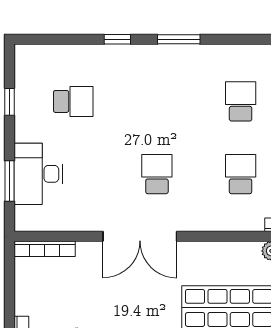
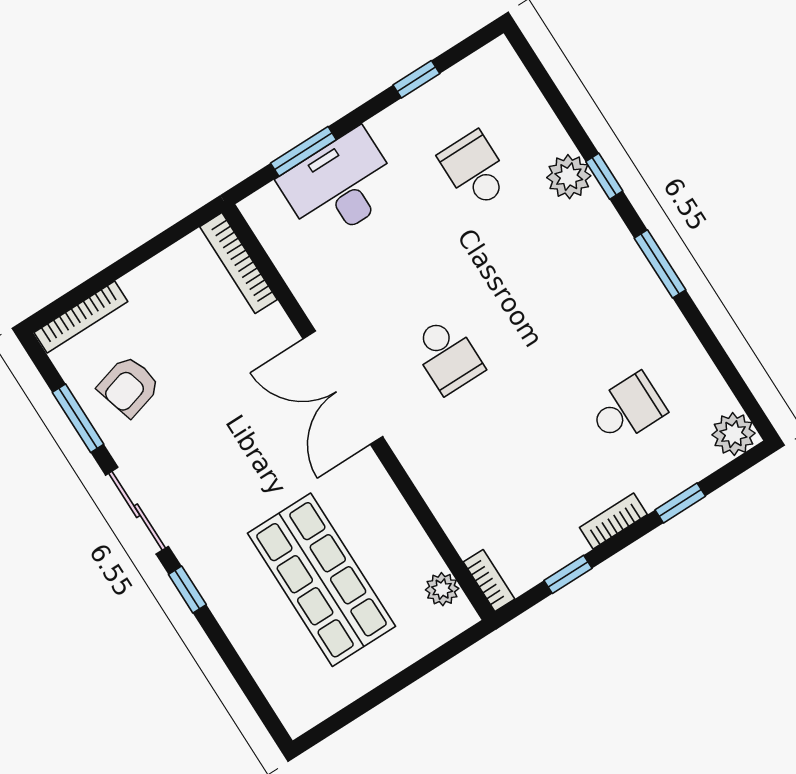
plant: (106, 57) -> (569, 177), added
school desk: (73, 101) -> (475, 170), turned 180
school desk: (157, 174) -> (447, 355), turned 90
school desk: (241, 174) -> (524, 475), removed

